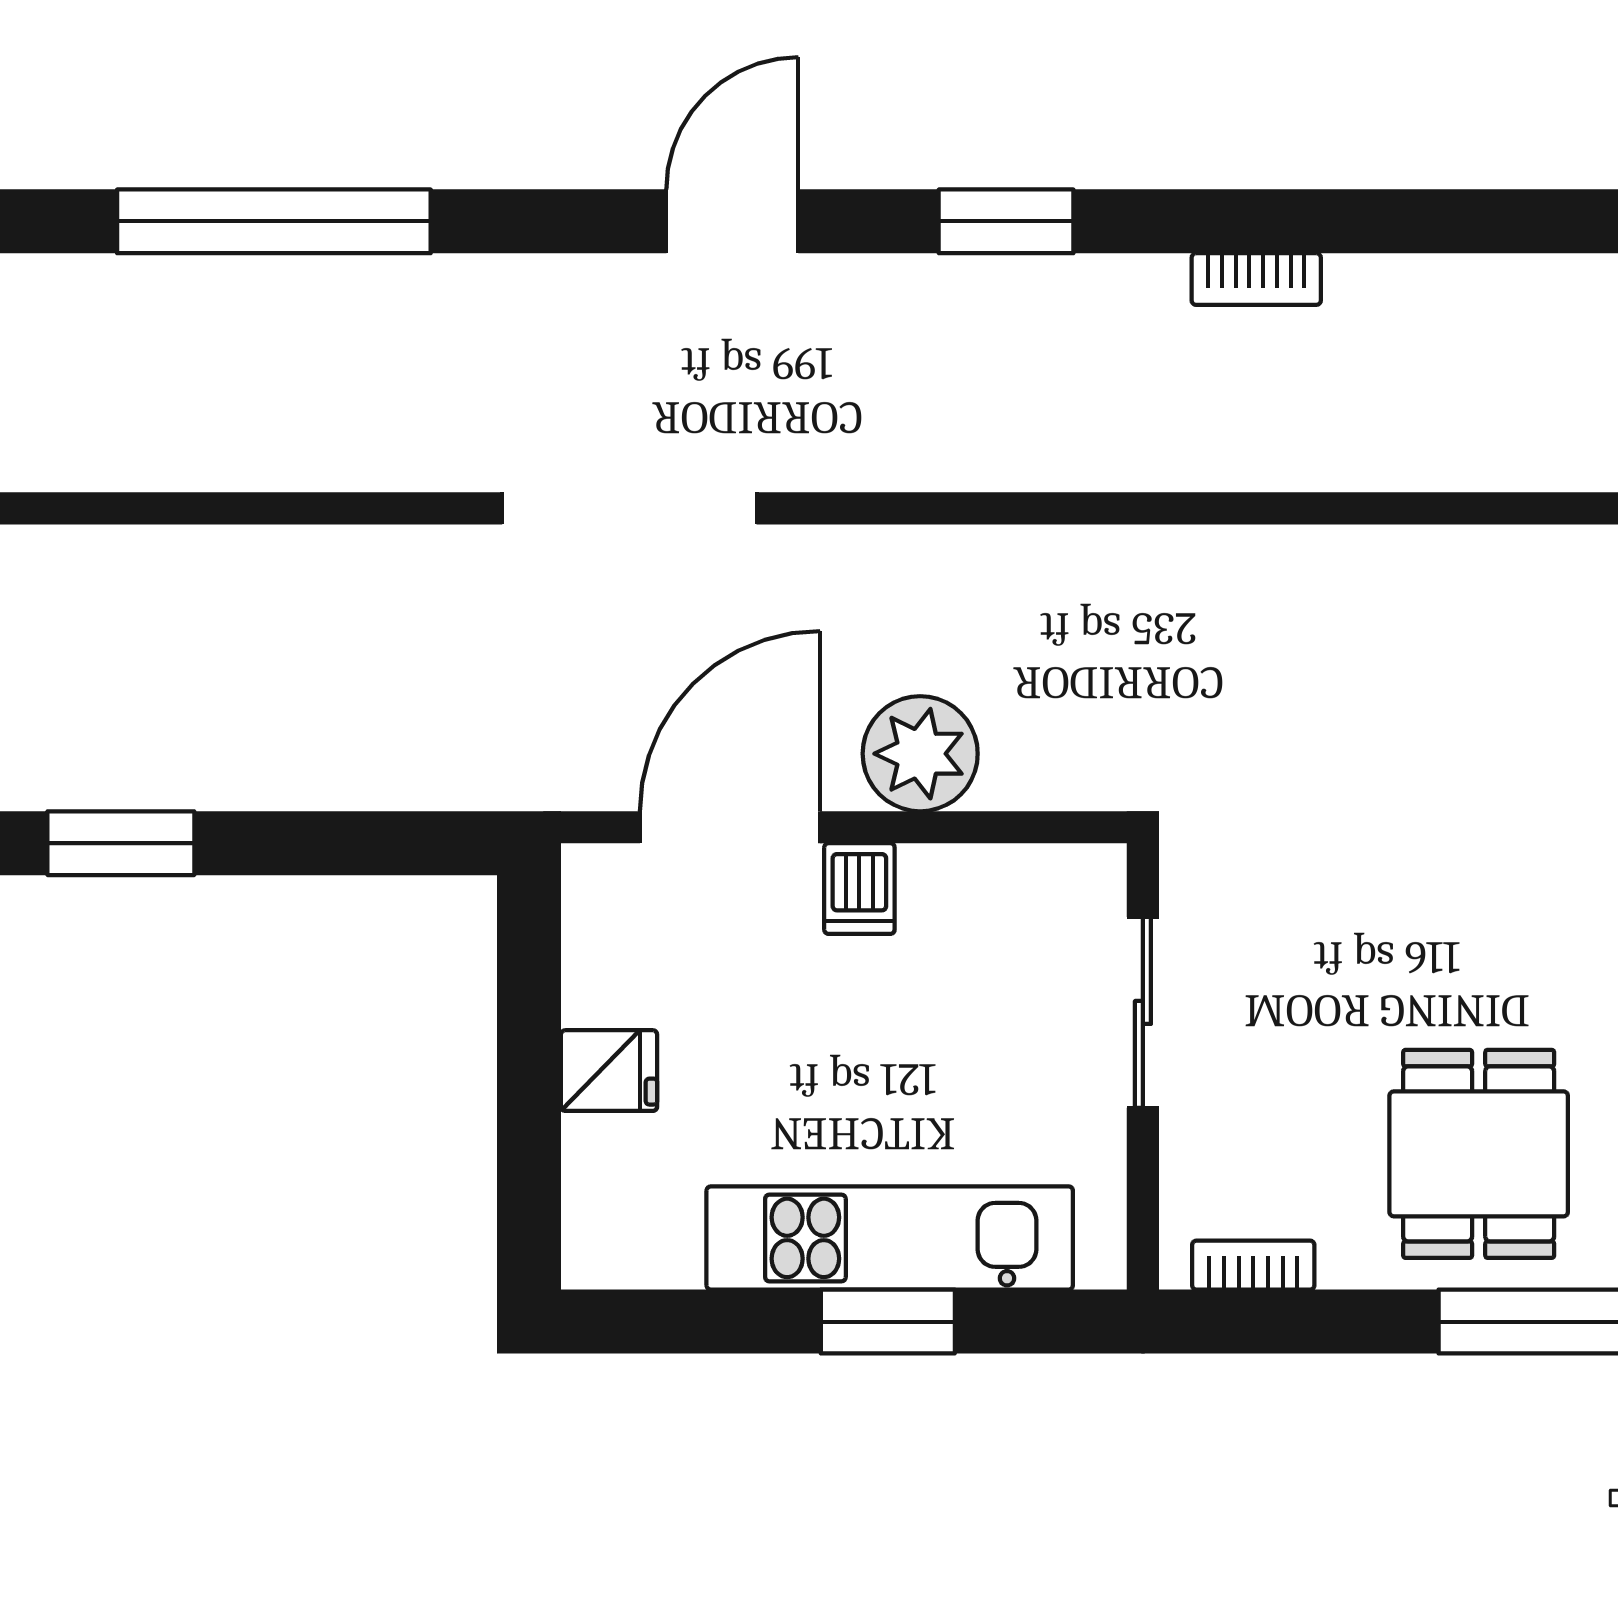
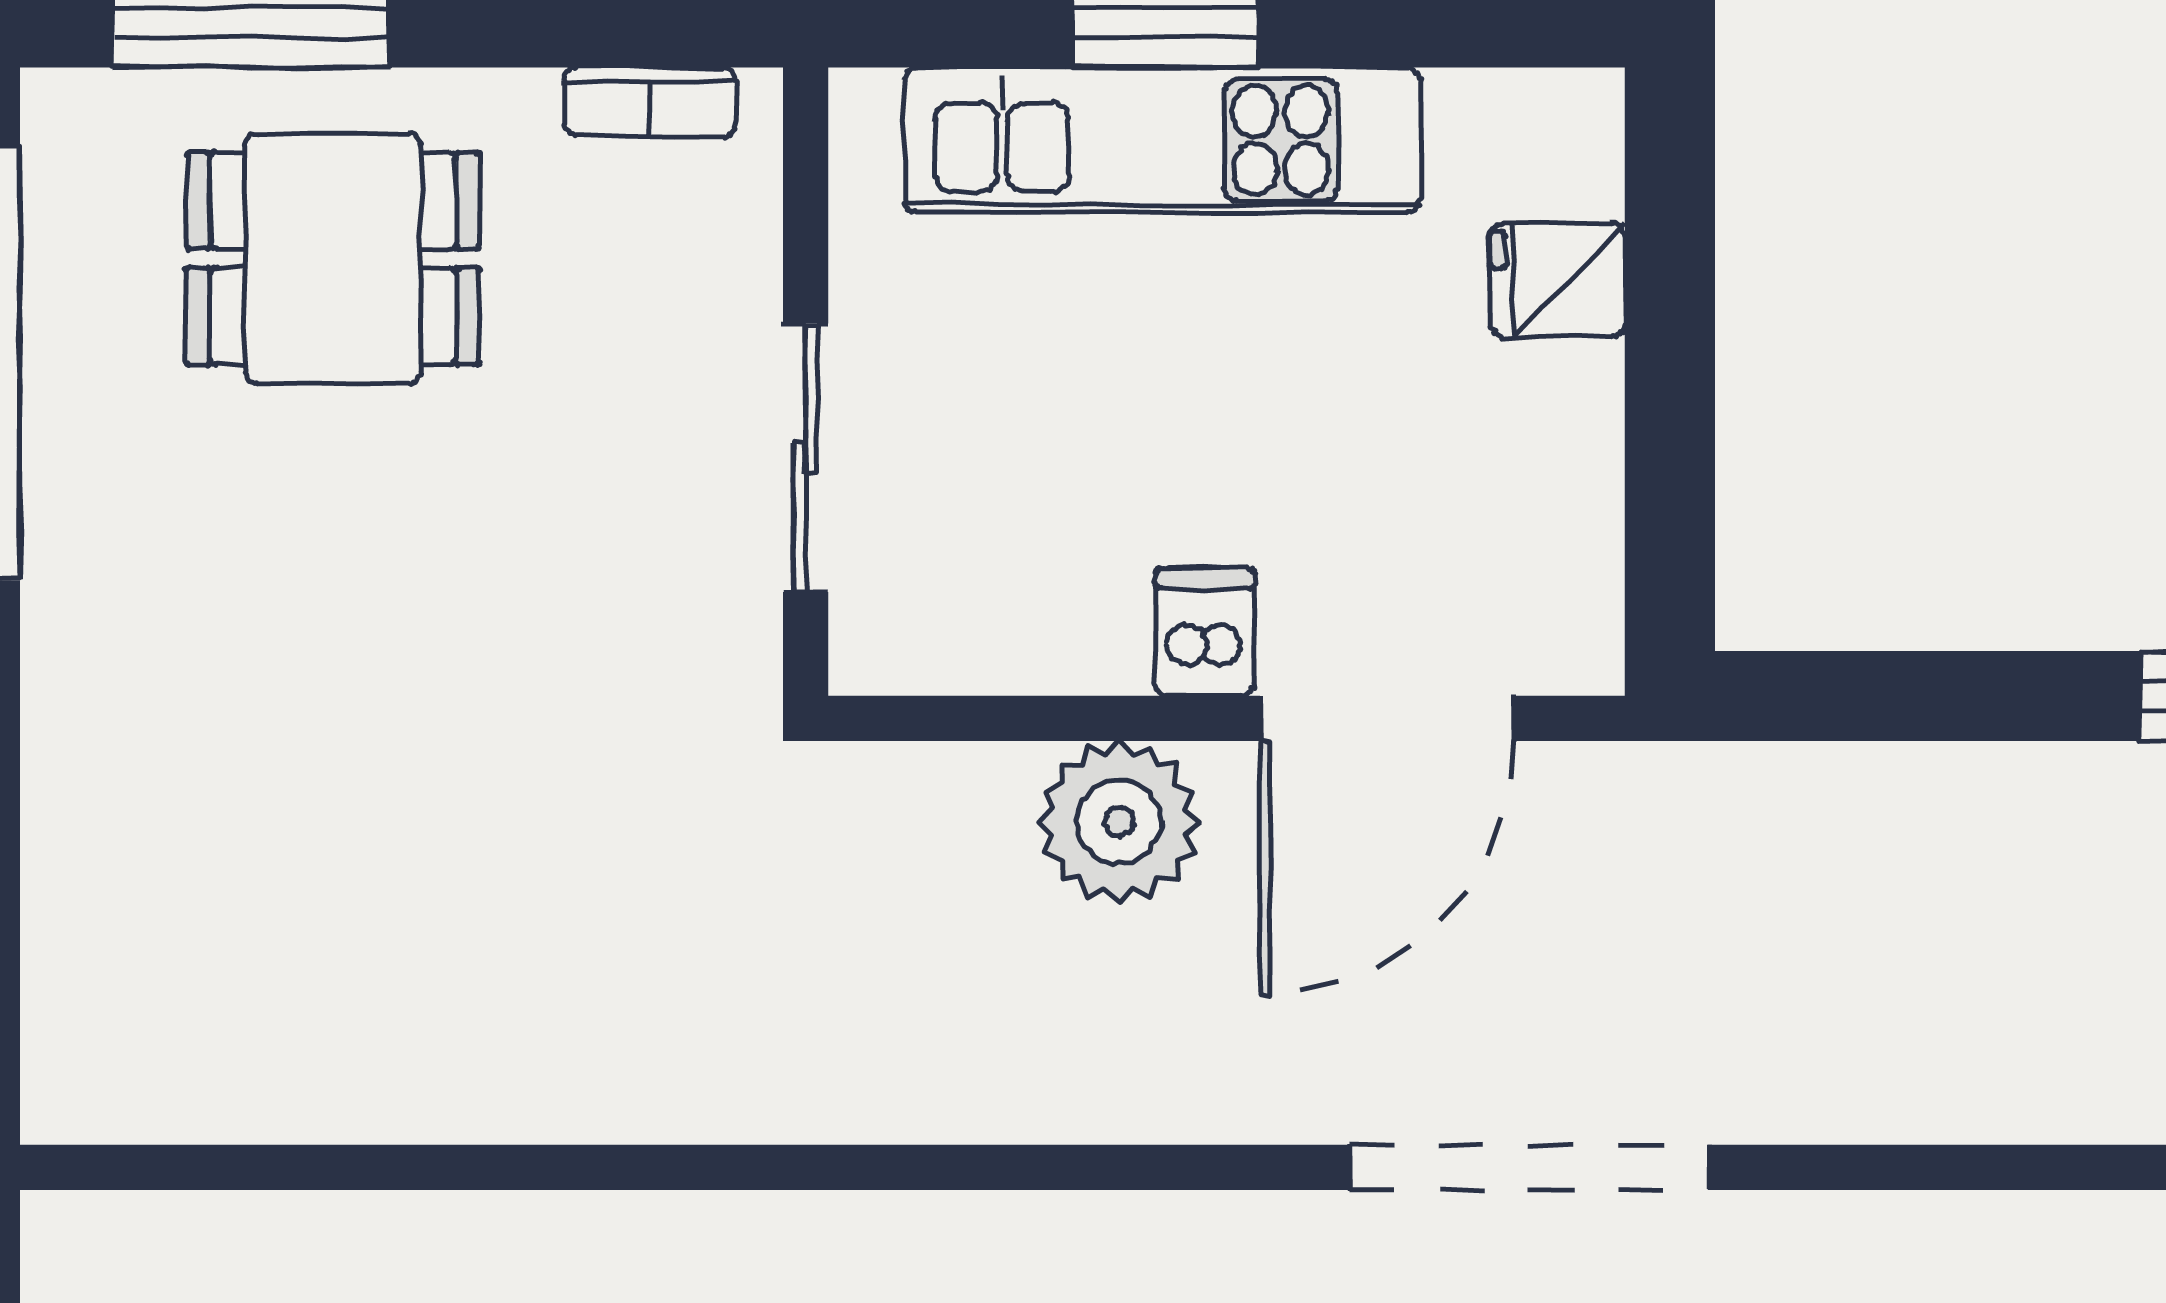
fridge: (609, 1071) -> (1557, 280), moved
dining table: (1479, 1154) -> (333, 259), turned 90

